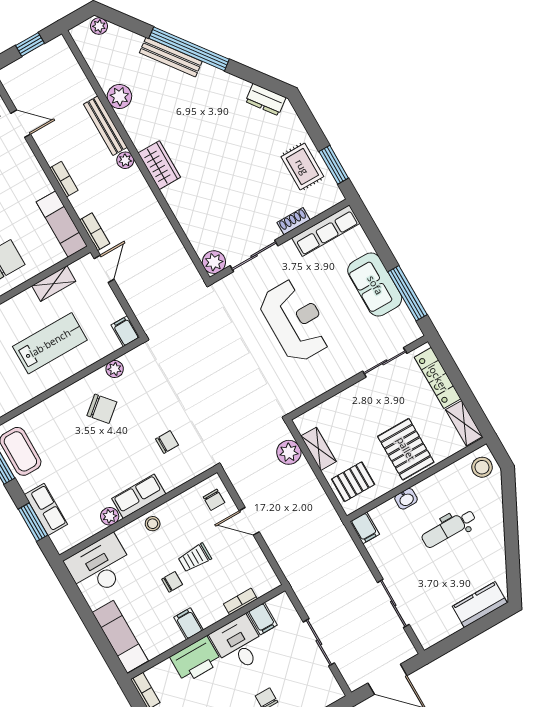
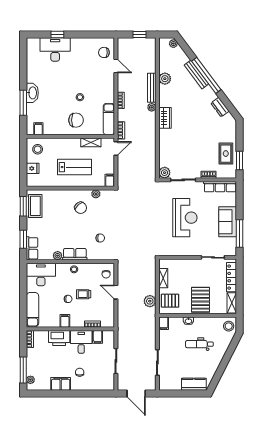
dresser: (266, 100) -> (220, 107), moved
plant: (289, 452) -> (150, 301), moved
row of seats: (46, 509) -> (32, 248), moved

